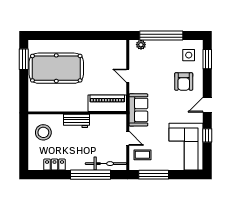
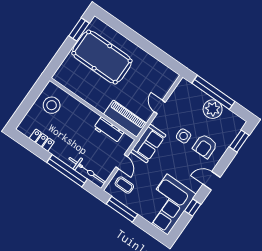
plant: (141, 45) -> (213, 109), moved, width x1.87, depth x1.87
side table: (189, 55) -> (184, 136), moved
workbench: (77, 121) -> (109, 130), moved

